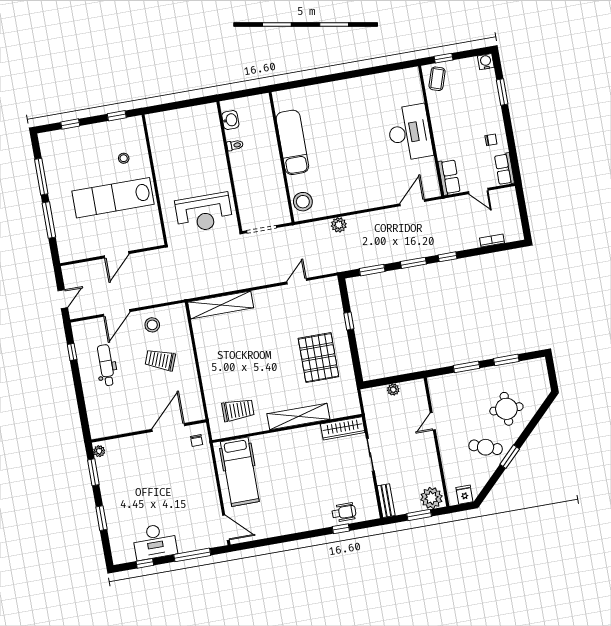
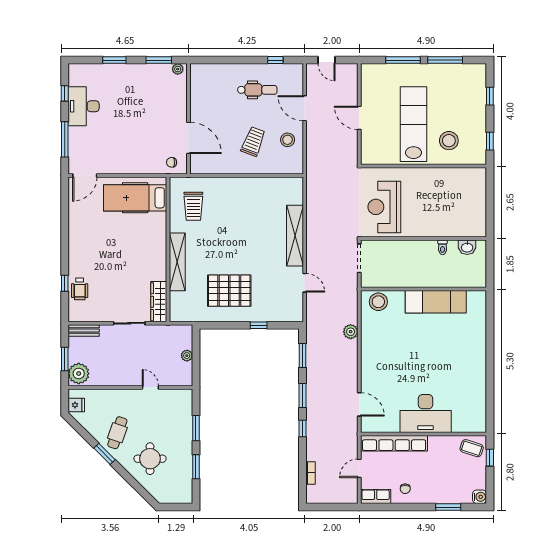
stool: (124, 158) -> (449, 141), width x1.89, depth x1.89
row of seats: (449, 177) -> (394, 443), width x2.02
shelving: (221, 305) -> (295, 236), moved

